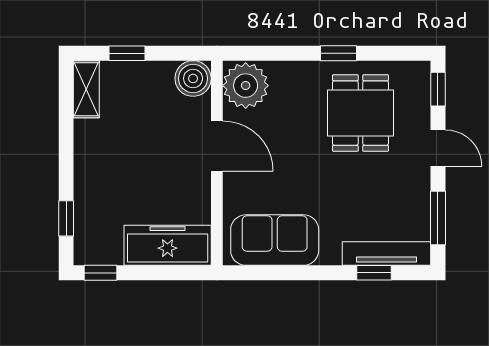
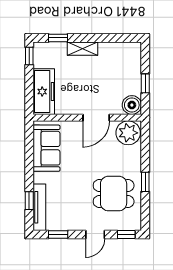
window: (127, 53) -> (145, 83), moved
shelving: (86, 89) -> (83, 49), moved
window: (438, 218) -> (58, 234), width x0.67

